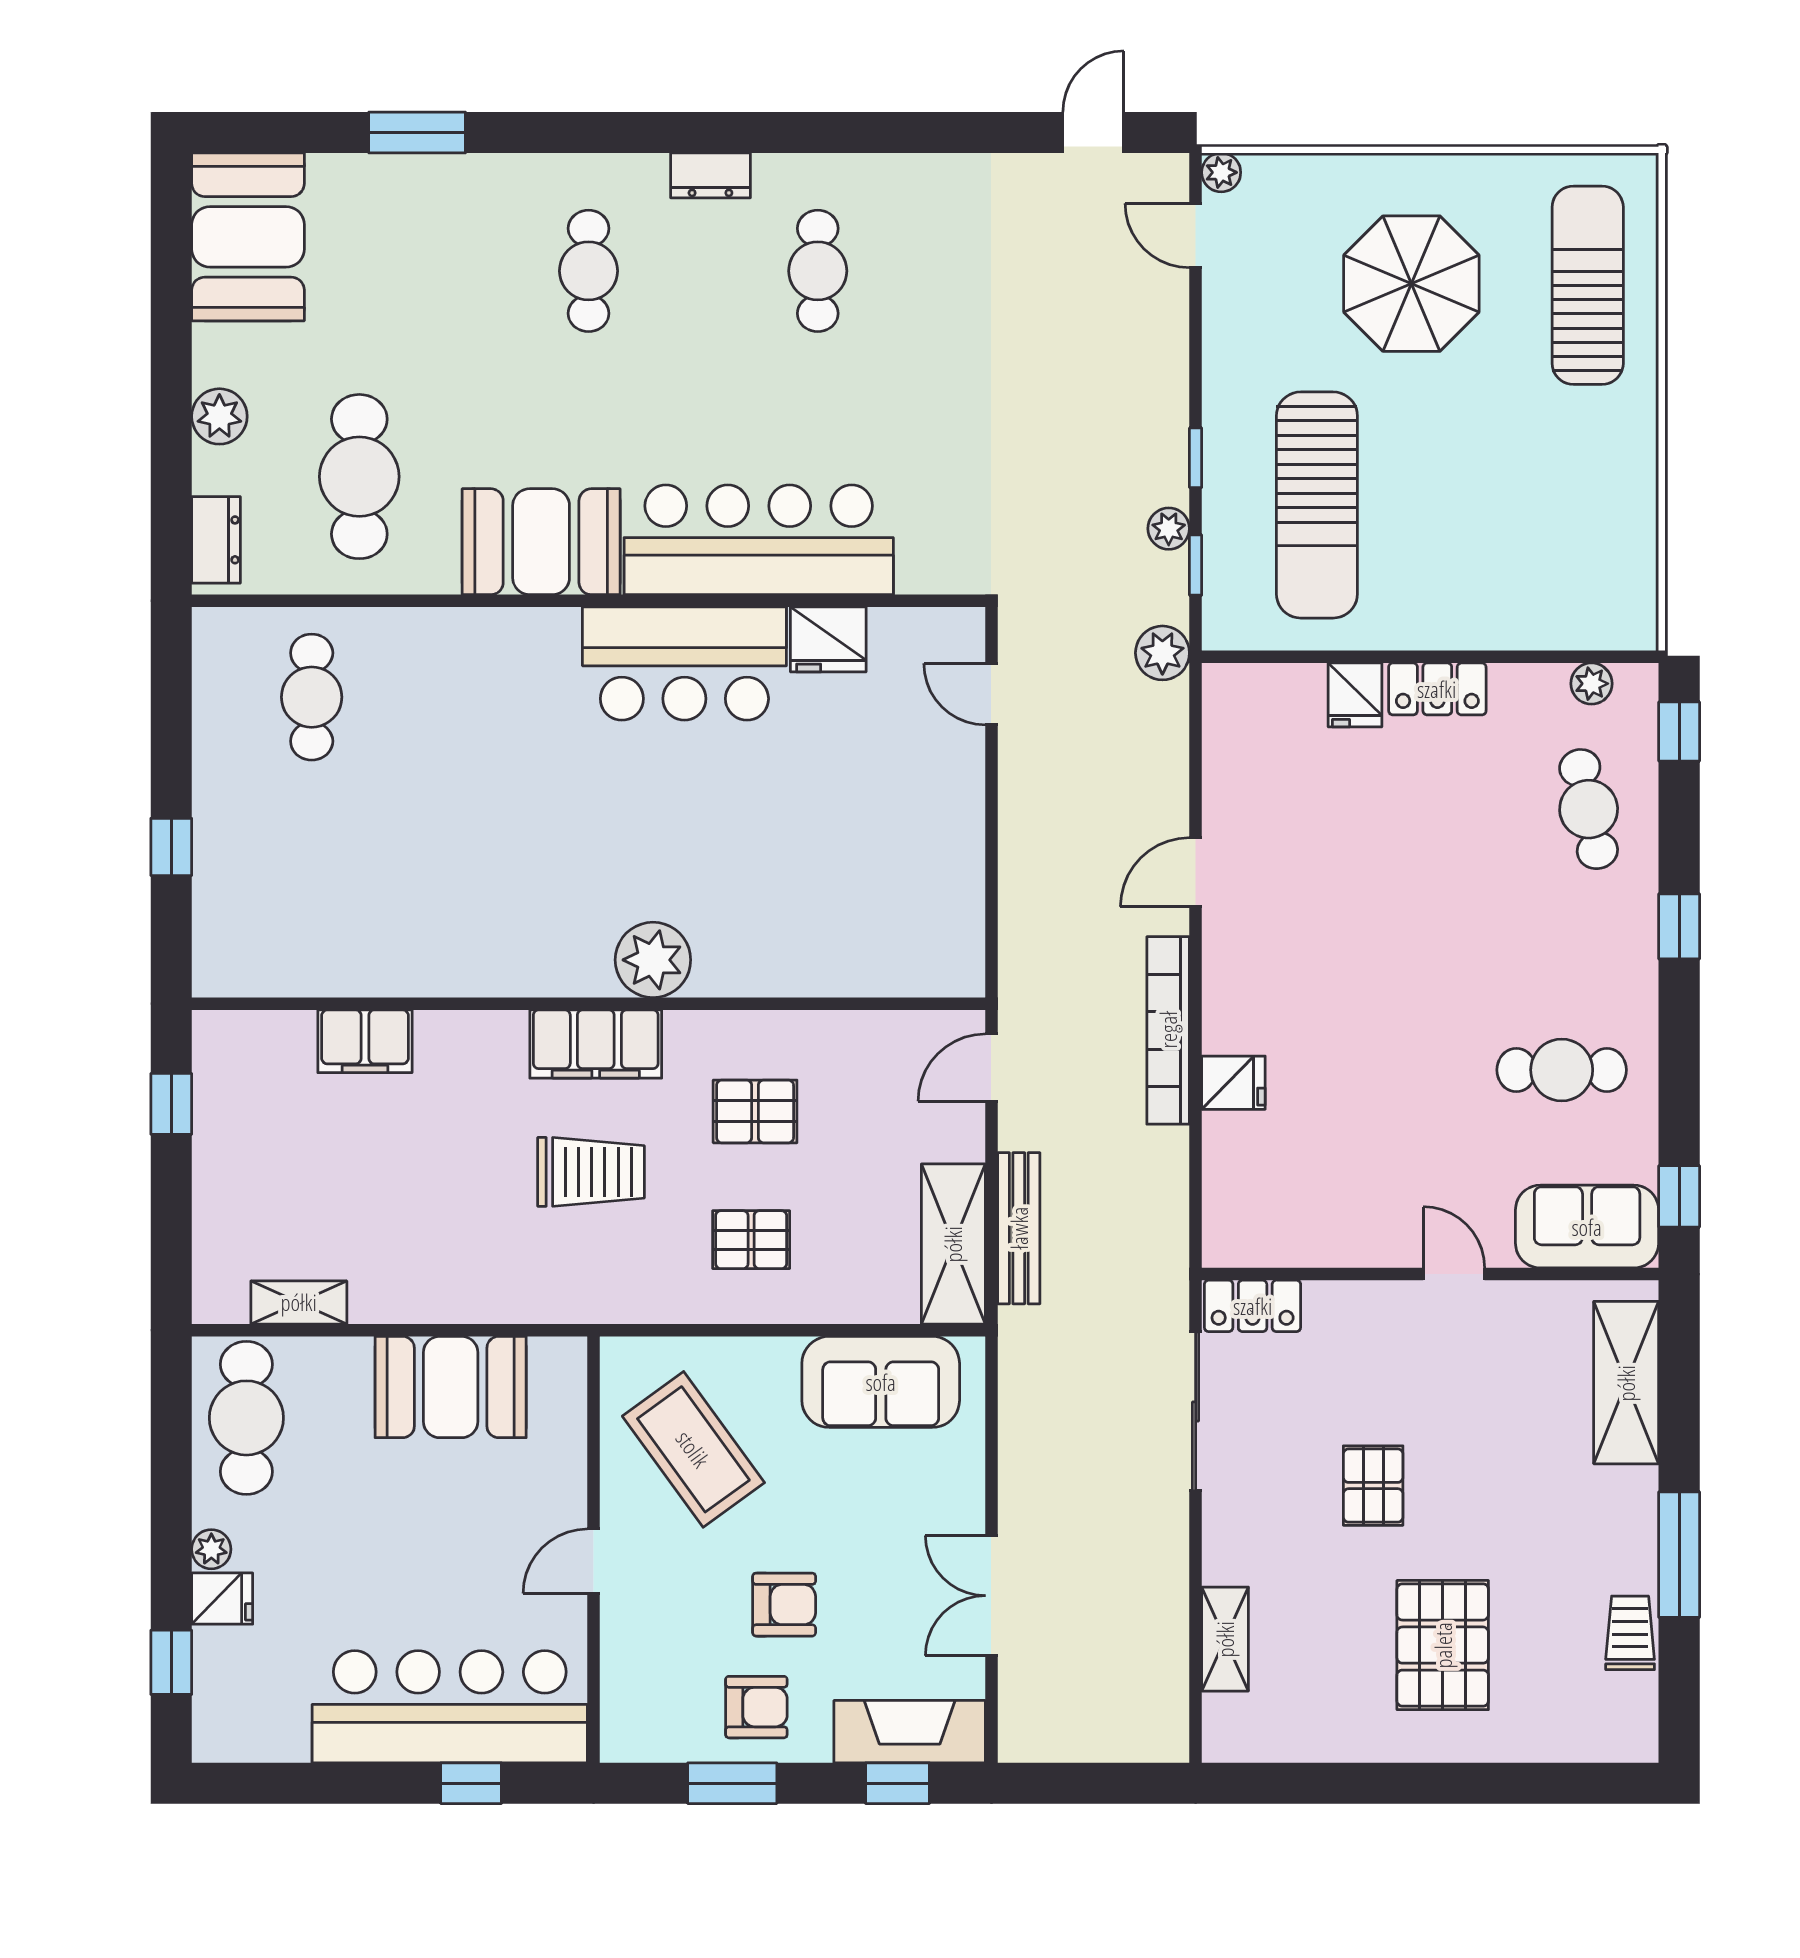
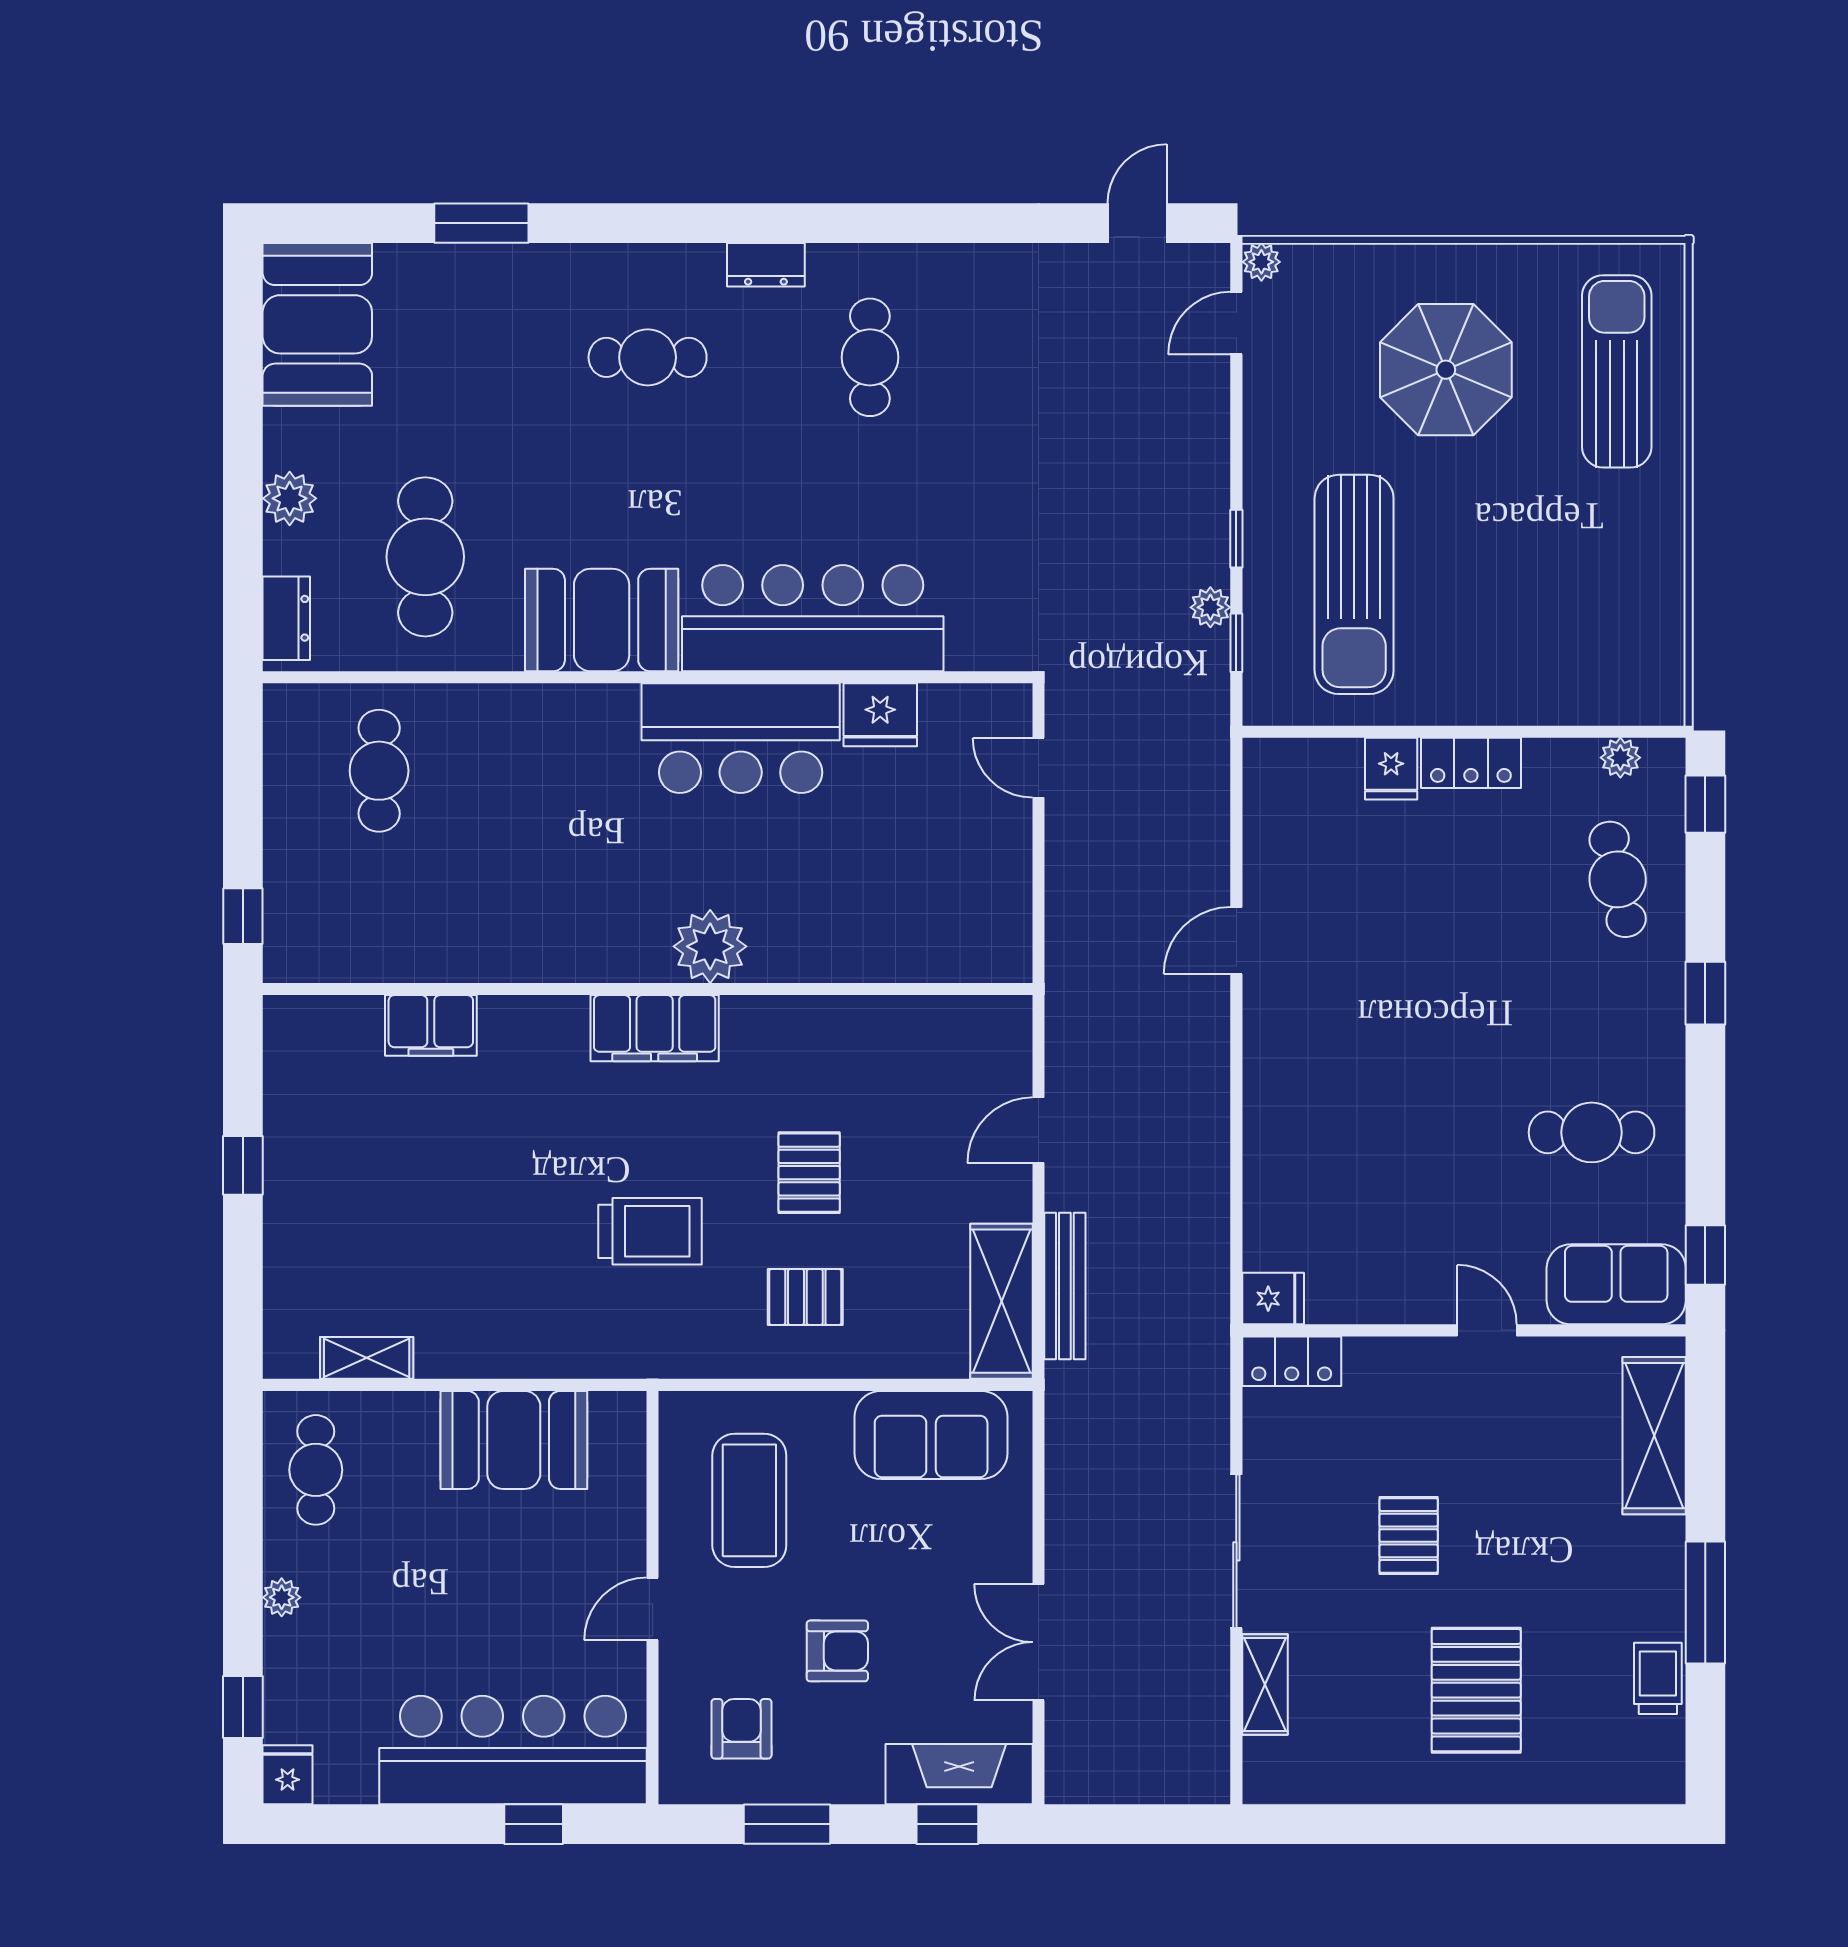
door: (1196, 236) -> (1236, 323), hinge flipped
cafe table: (589, 271) -> (648, 357), turned 90
plant: (1162, 653) -> (1204, 728), removed
plant: (653, 960) -> (710, 946), moved
wall: (589, 1004) -> (648, 989), moved
bookcase: (1168, 1030) -> (1210, 1094), removed
filing cabinet: (365, 1041) -> (431, 1025), moved
filing cabinet: (596, 1044) -> (655, 1028), moved
fridge: (1233, 1083) -> (1273, 1299), moved
pallet: (755, 1111) -> (809, 1173), turned 90
sliding door: (1196, 1411) -> (1236, 1551), moved
cafe table: (246, 1418) -> (316, 1470), width x0.73, depth x0.74
coffee table: (693, 1449) -> (749, 1500), turned 36
fridge: (222, 1599) -> (288, 1775), moved, turned -90
armchair: (756, 1707) -> (741, 1729), moved, turned -90

